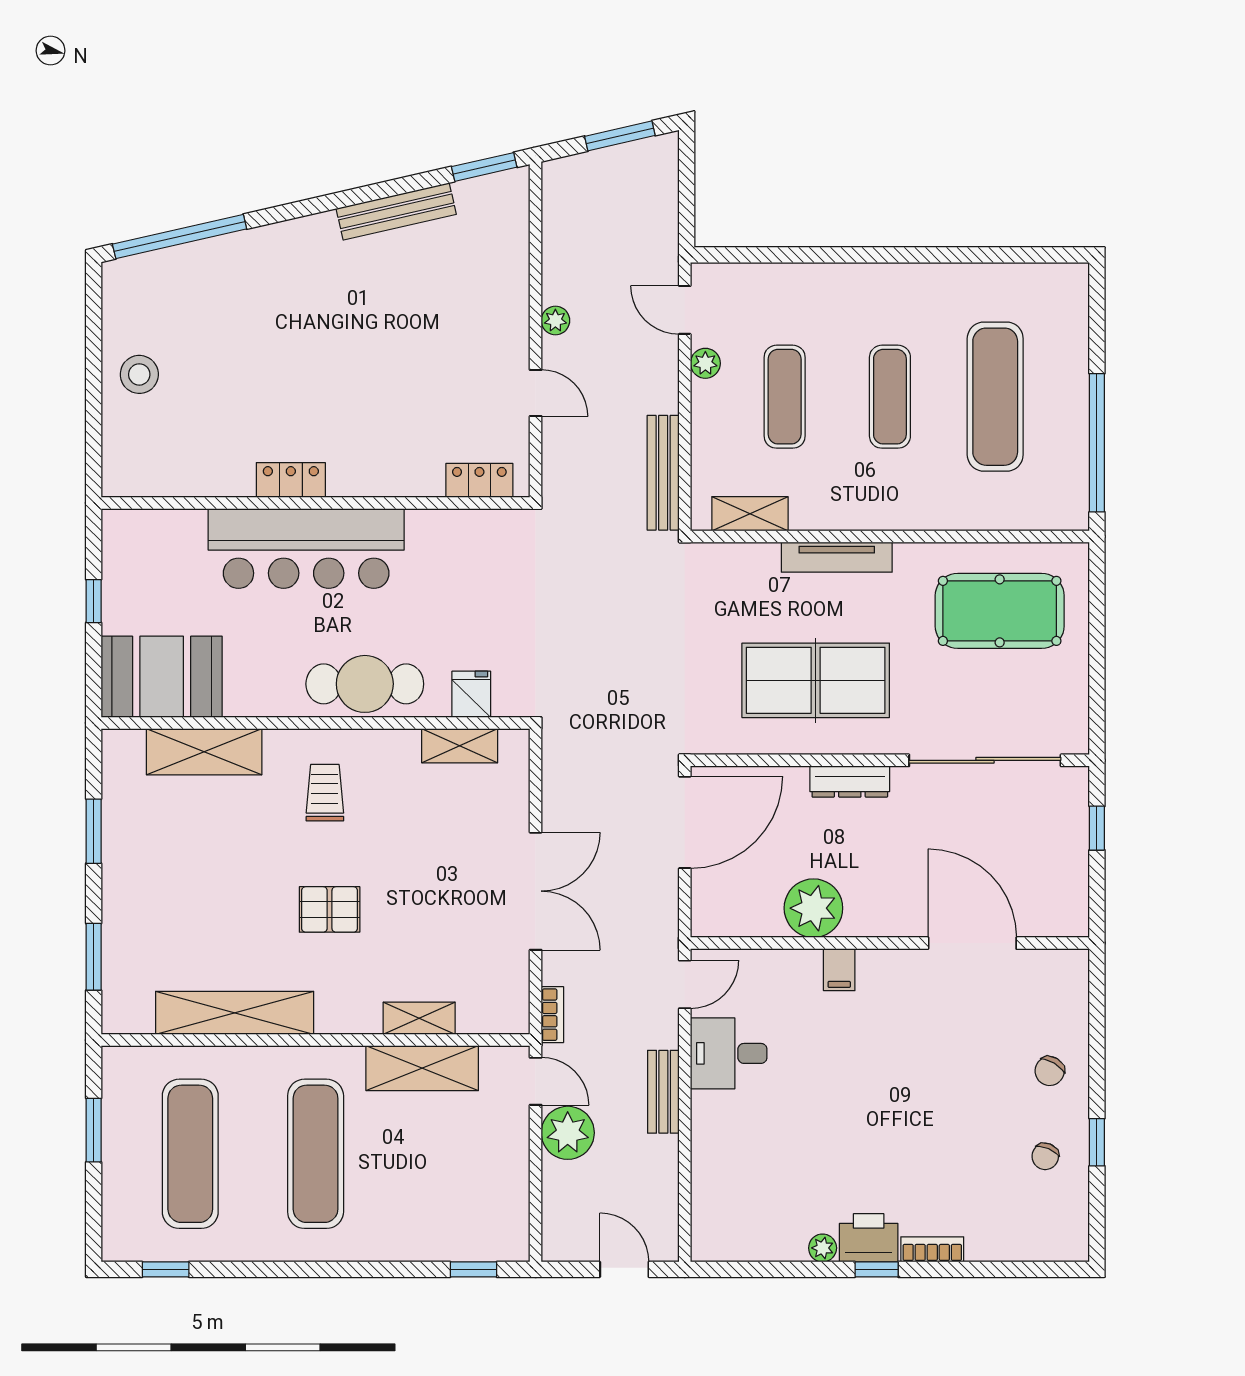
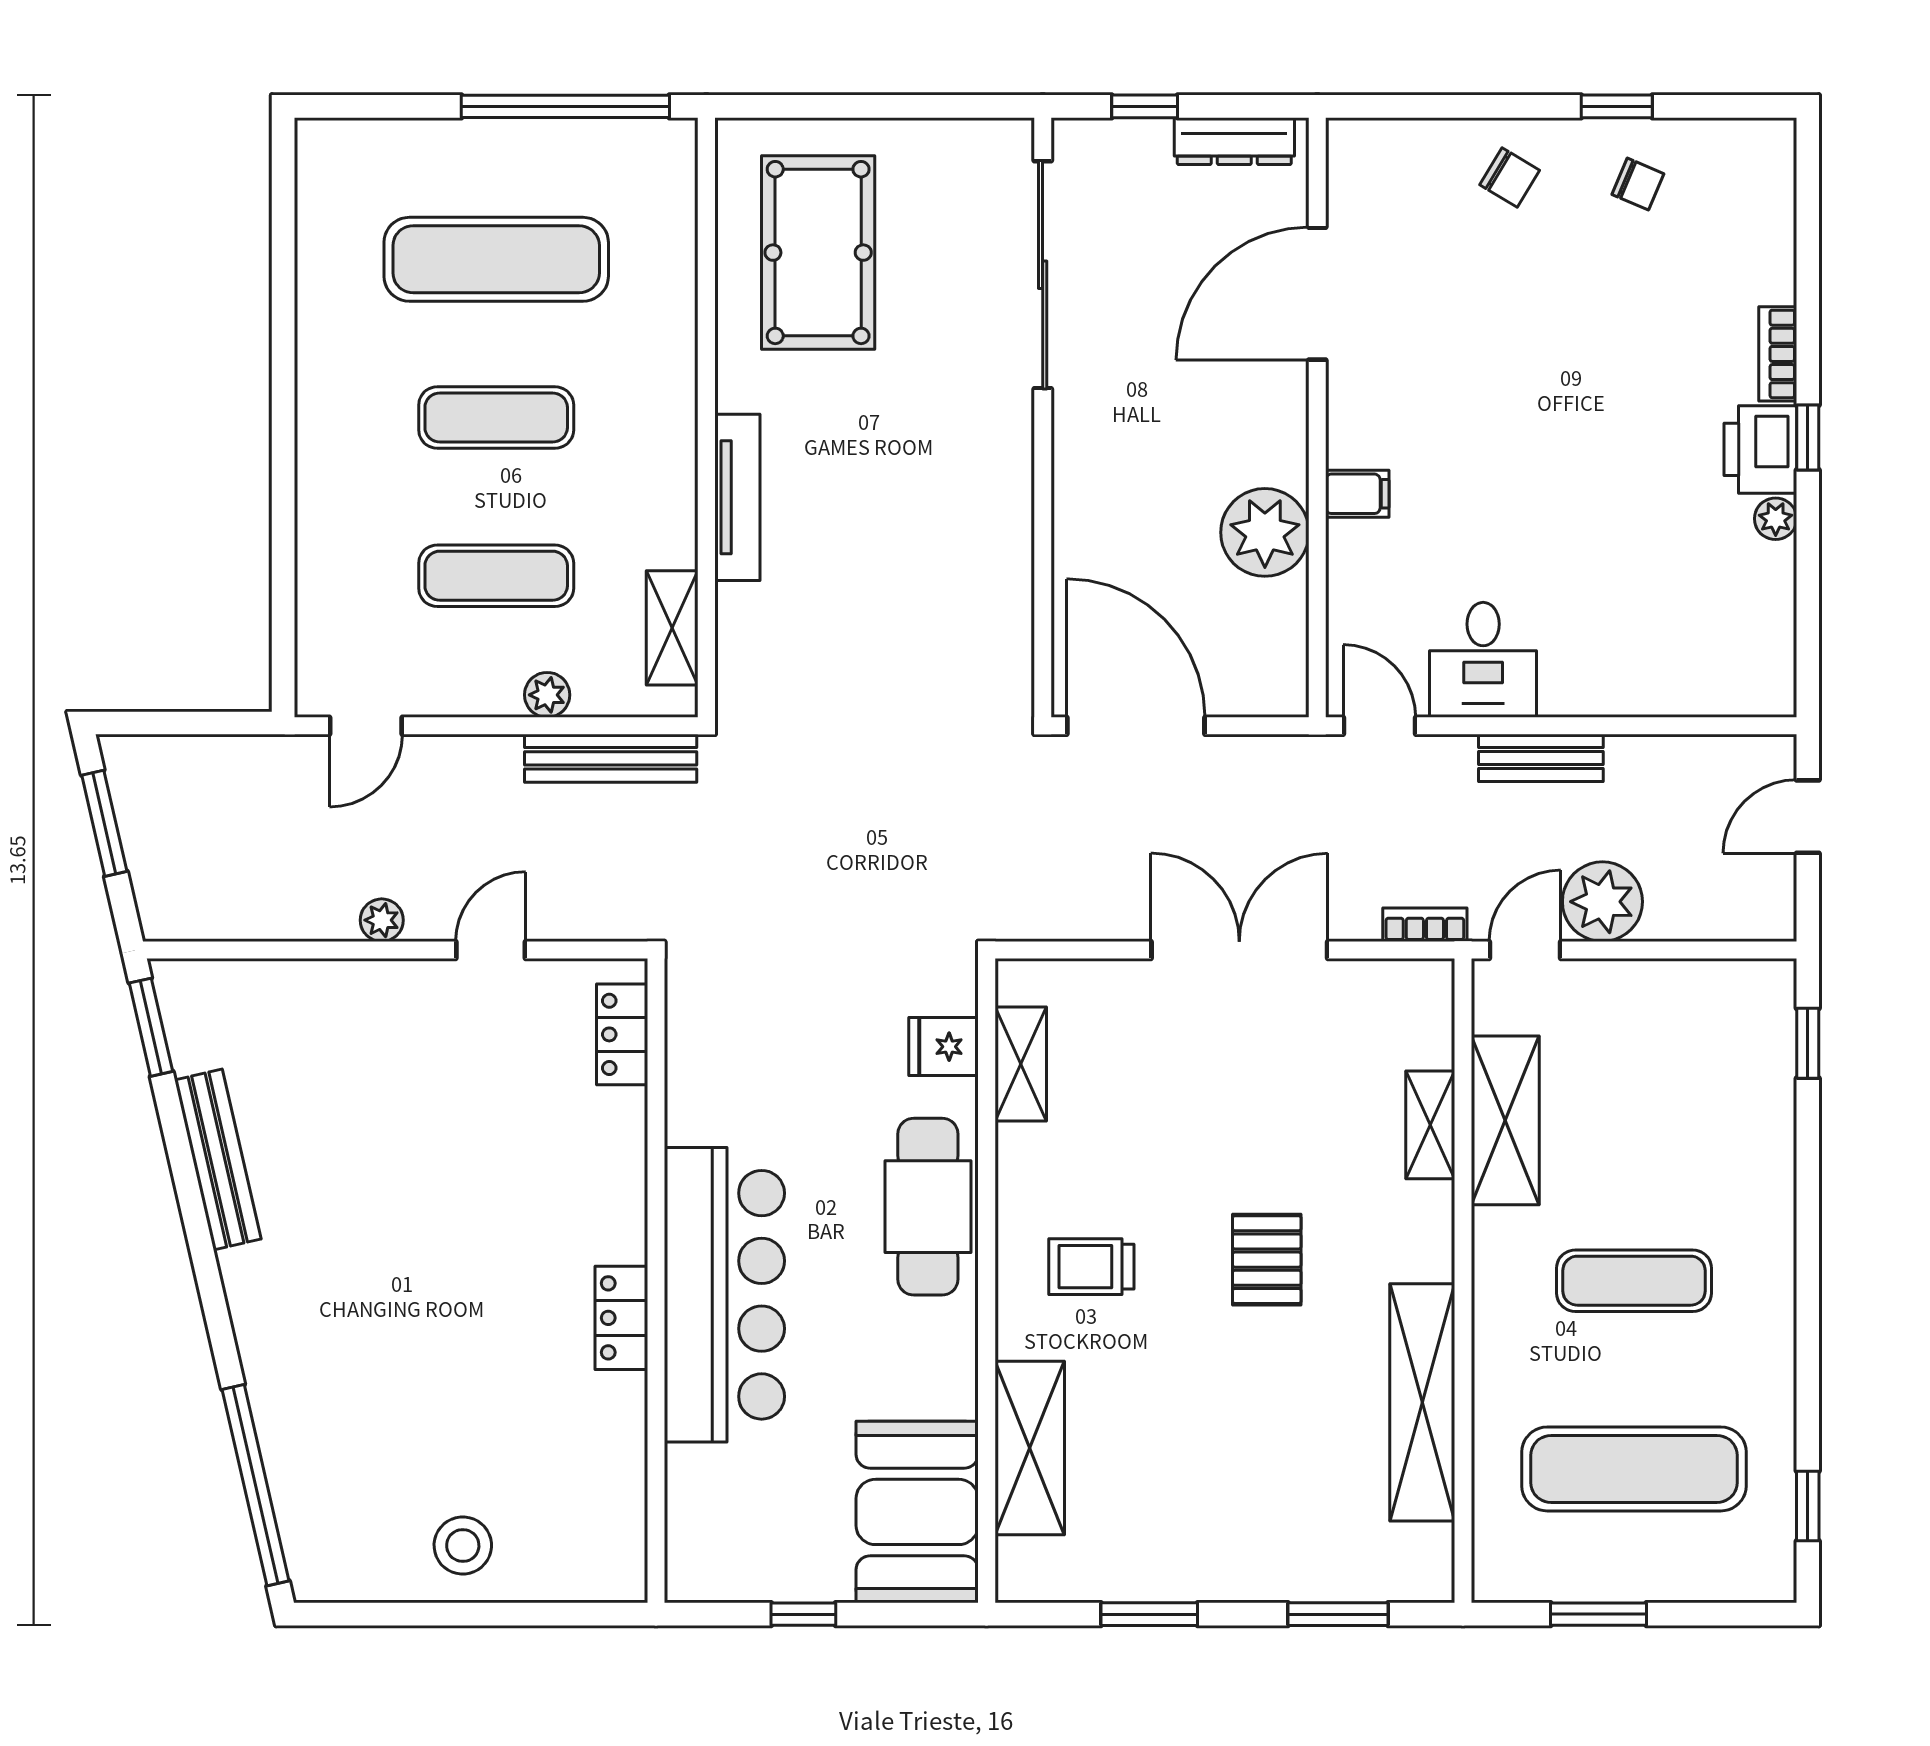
plant: (705, 363) -> (547, 695), moved
table tennis table: (816, 680) -> (922, 529), removed
dresser: (850, 782) -> (1234, 141), moved, turned 90
exercise mat: (316, 1154) -> (1634, 1281), width x0.73, depth x0.69

